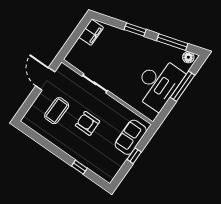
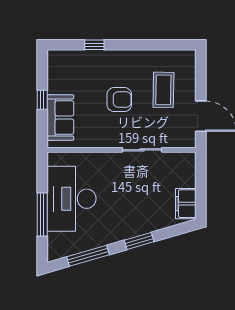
floor lamp: (188, 57) -> (58, 251), removed

